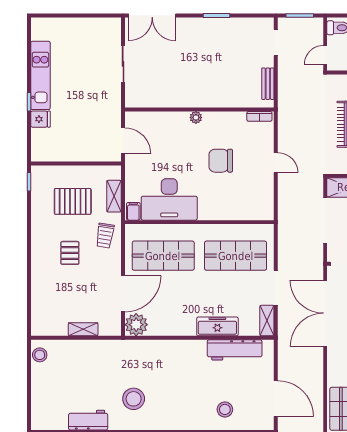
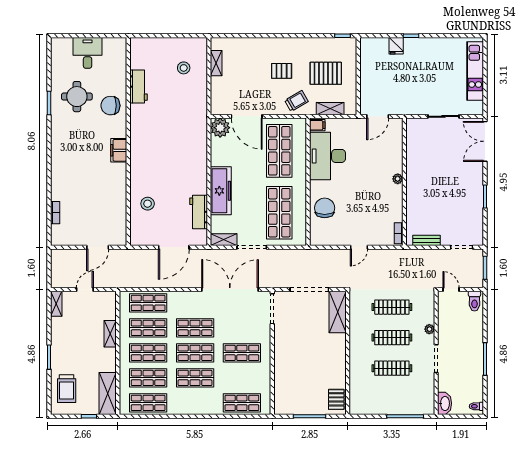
kitchen unit: (40, 75) -> (475, 71), moved, turned 90
chair: (221, 161) -> (325, 208), moved
pallet: (73, 201) -> (326, 73), turned 90
trolley: (105, 236) -> (296, 101), turned 141
freezer: (217, 326) -> (221, 191), width x1.36, depth x1.26
shelving: (83, 329) -> (216, 63), moved
workbench: (235, 350) -> (199, 212), width x0.73
stool: (40, 355) -> (184, 68), moved
door: (276, 398) -> (174, 247), moved
stool: (134, 399) -> (157, 125), removed

